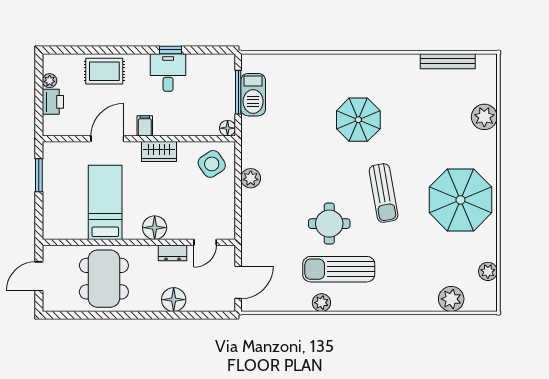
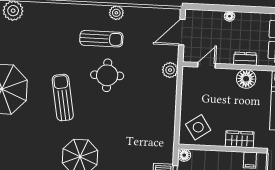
plant: (251, 178) -> (170, 70), moved
dresser: (172, 253) -> (245, 59), moved
sun lounger: (339, 269) -> (101, 39), width x0.73, depth x0.75
floor lamp: (174, 300) -> (229, 16), width x0.53, depth x0.53

